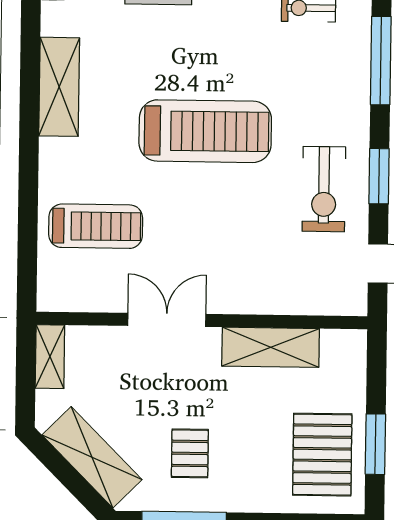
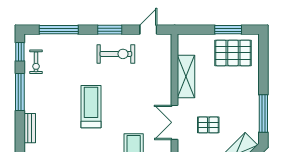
treadmill: (205, 131) -> (91, 107), width x0.73, depth x0.73
pallet: (190, 453) -> (208, 125), moved

